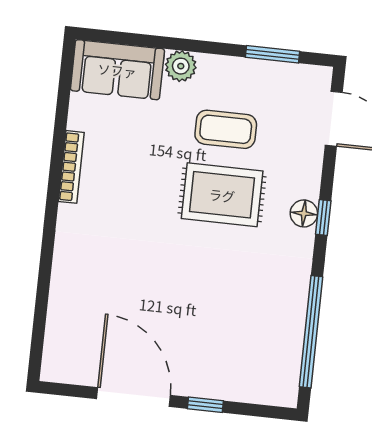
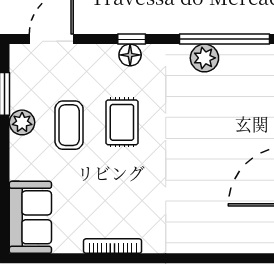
plant: (181, 66) -> (22, 122), moved
rug: (222, 195) -> (122, 122), width x0.73, depth x0.70
plant: (290, 305) -> (204, 58), added

